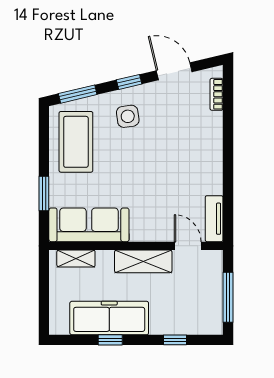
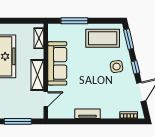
window: (44, 194) -> (74, 21), width x1.44
tv unit: (214, 219) -> (88, 114), moved
sofa: (89, 225) -> (57, 63), moved

